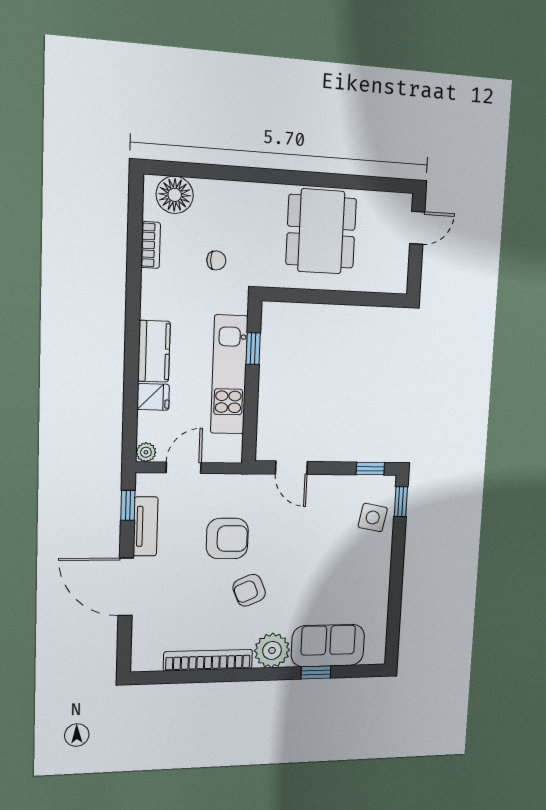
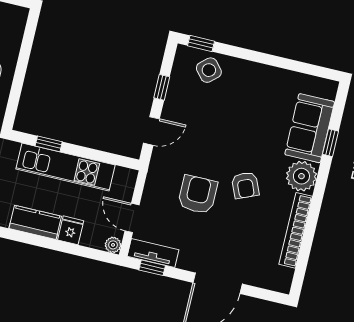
window: (370, 469) -> (162, 87), moved
side table: (373, 517) -> (209, 70), turned 38
tv unit: (146, 526) -> (153, 253), moved

